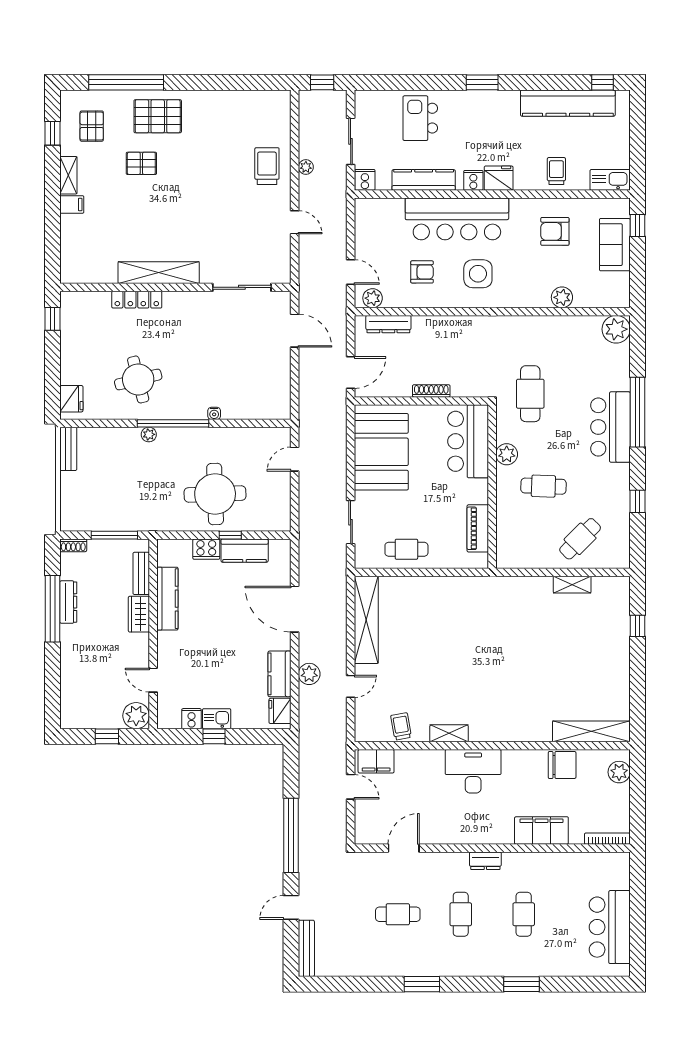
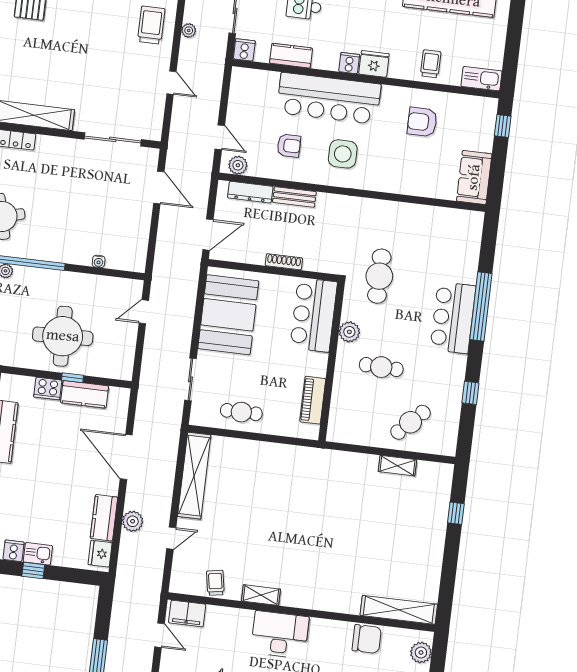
kitchen counter: (424, 180) -> (291, 56), width x0.67
sofa: (615, 245) -> (474, 177), moved
plant: (562, 297) -> (421, 187), removed
bench: (434, 324) -> (294, 197), added
plant: (616, 329) -> (470, 224), removed
water cooler: (214, 413) -> (99, 261), moved

